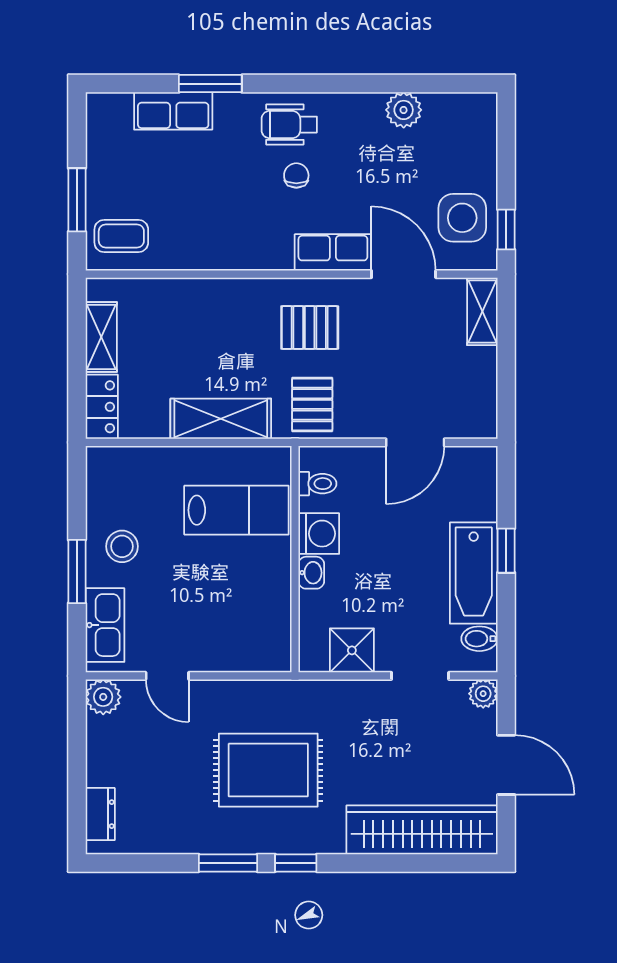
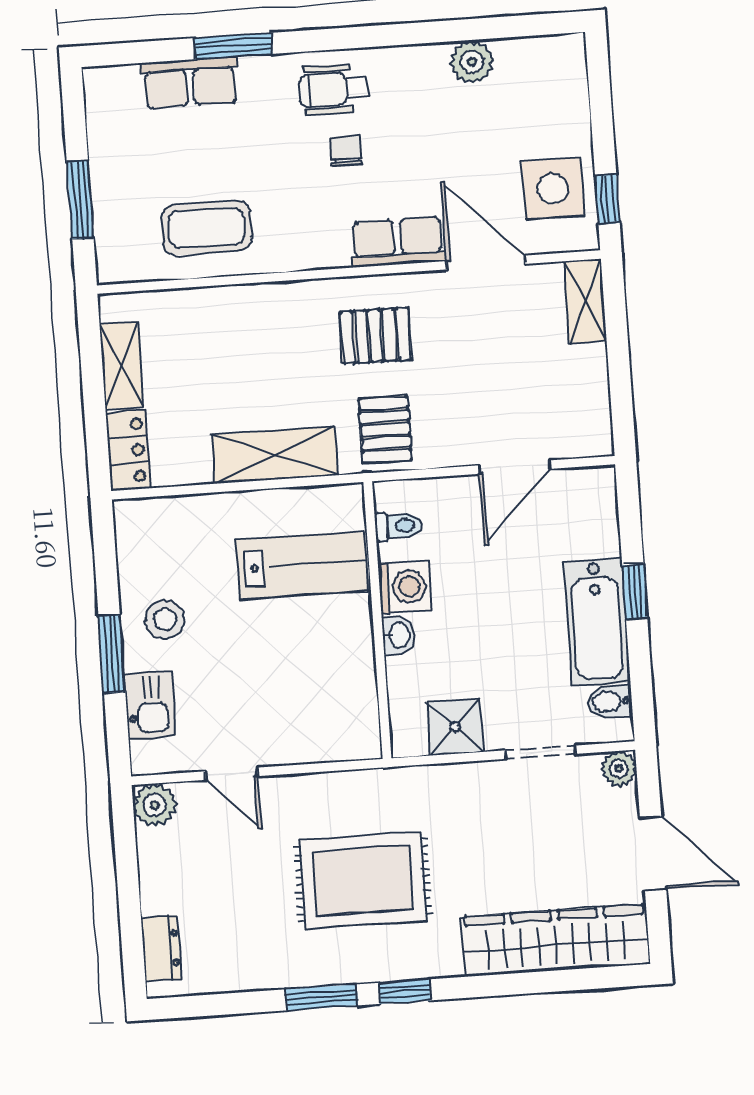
coffee table: (121, 236) -> (206, 228), moved, width x1.36, depth x1.30
kitchen sink: (105, 625) -> (150, 705), width x0.73

